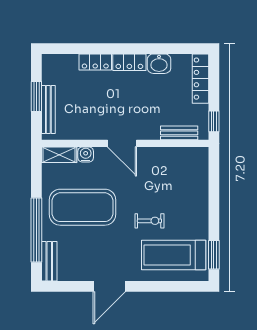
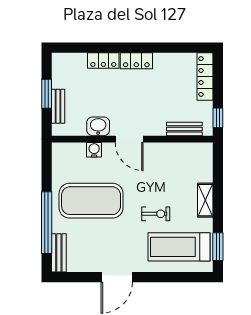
washbasin: (159, 64) -> (98, 126), moved, turned 180
bench: (48, 109) -> (58, 106), width x0.73
shelving: (59, 155) -> (205, 200), moved, turned 90

